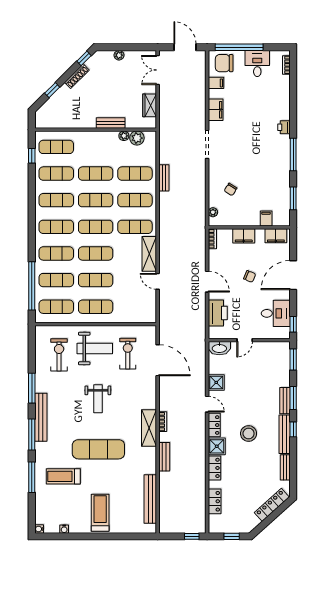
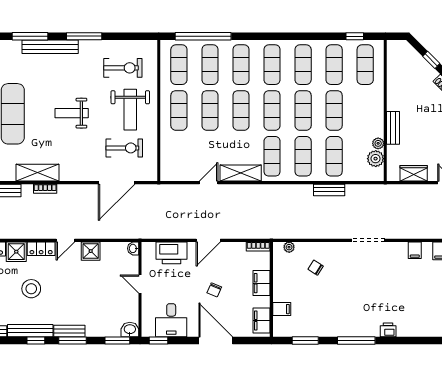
filing cabinet: (216, 110) -> (415, 250), width x0.50
washbasin: (219, 348) -> (133, 248), width x0.52, depth x0.69
washbasin: (284, 349) -> (130, 330), added

